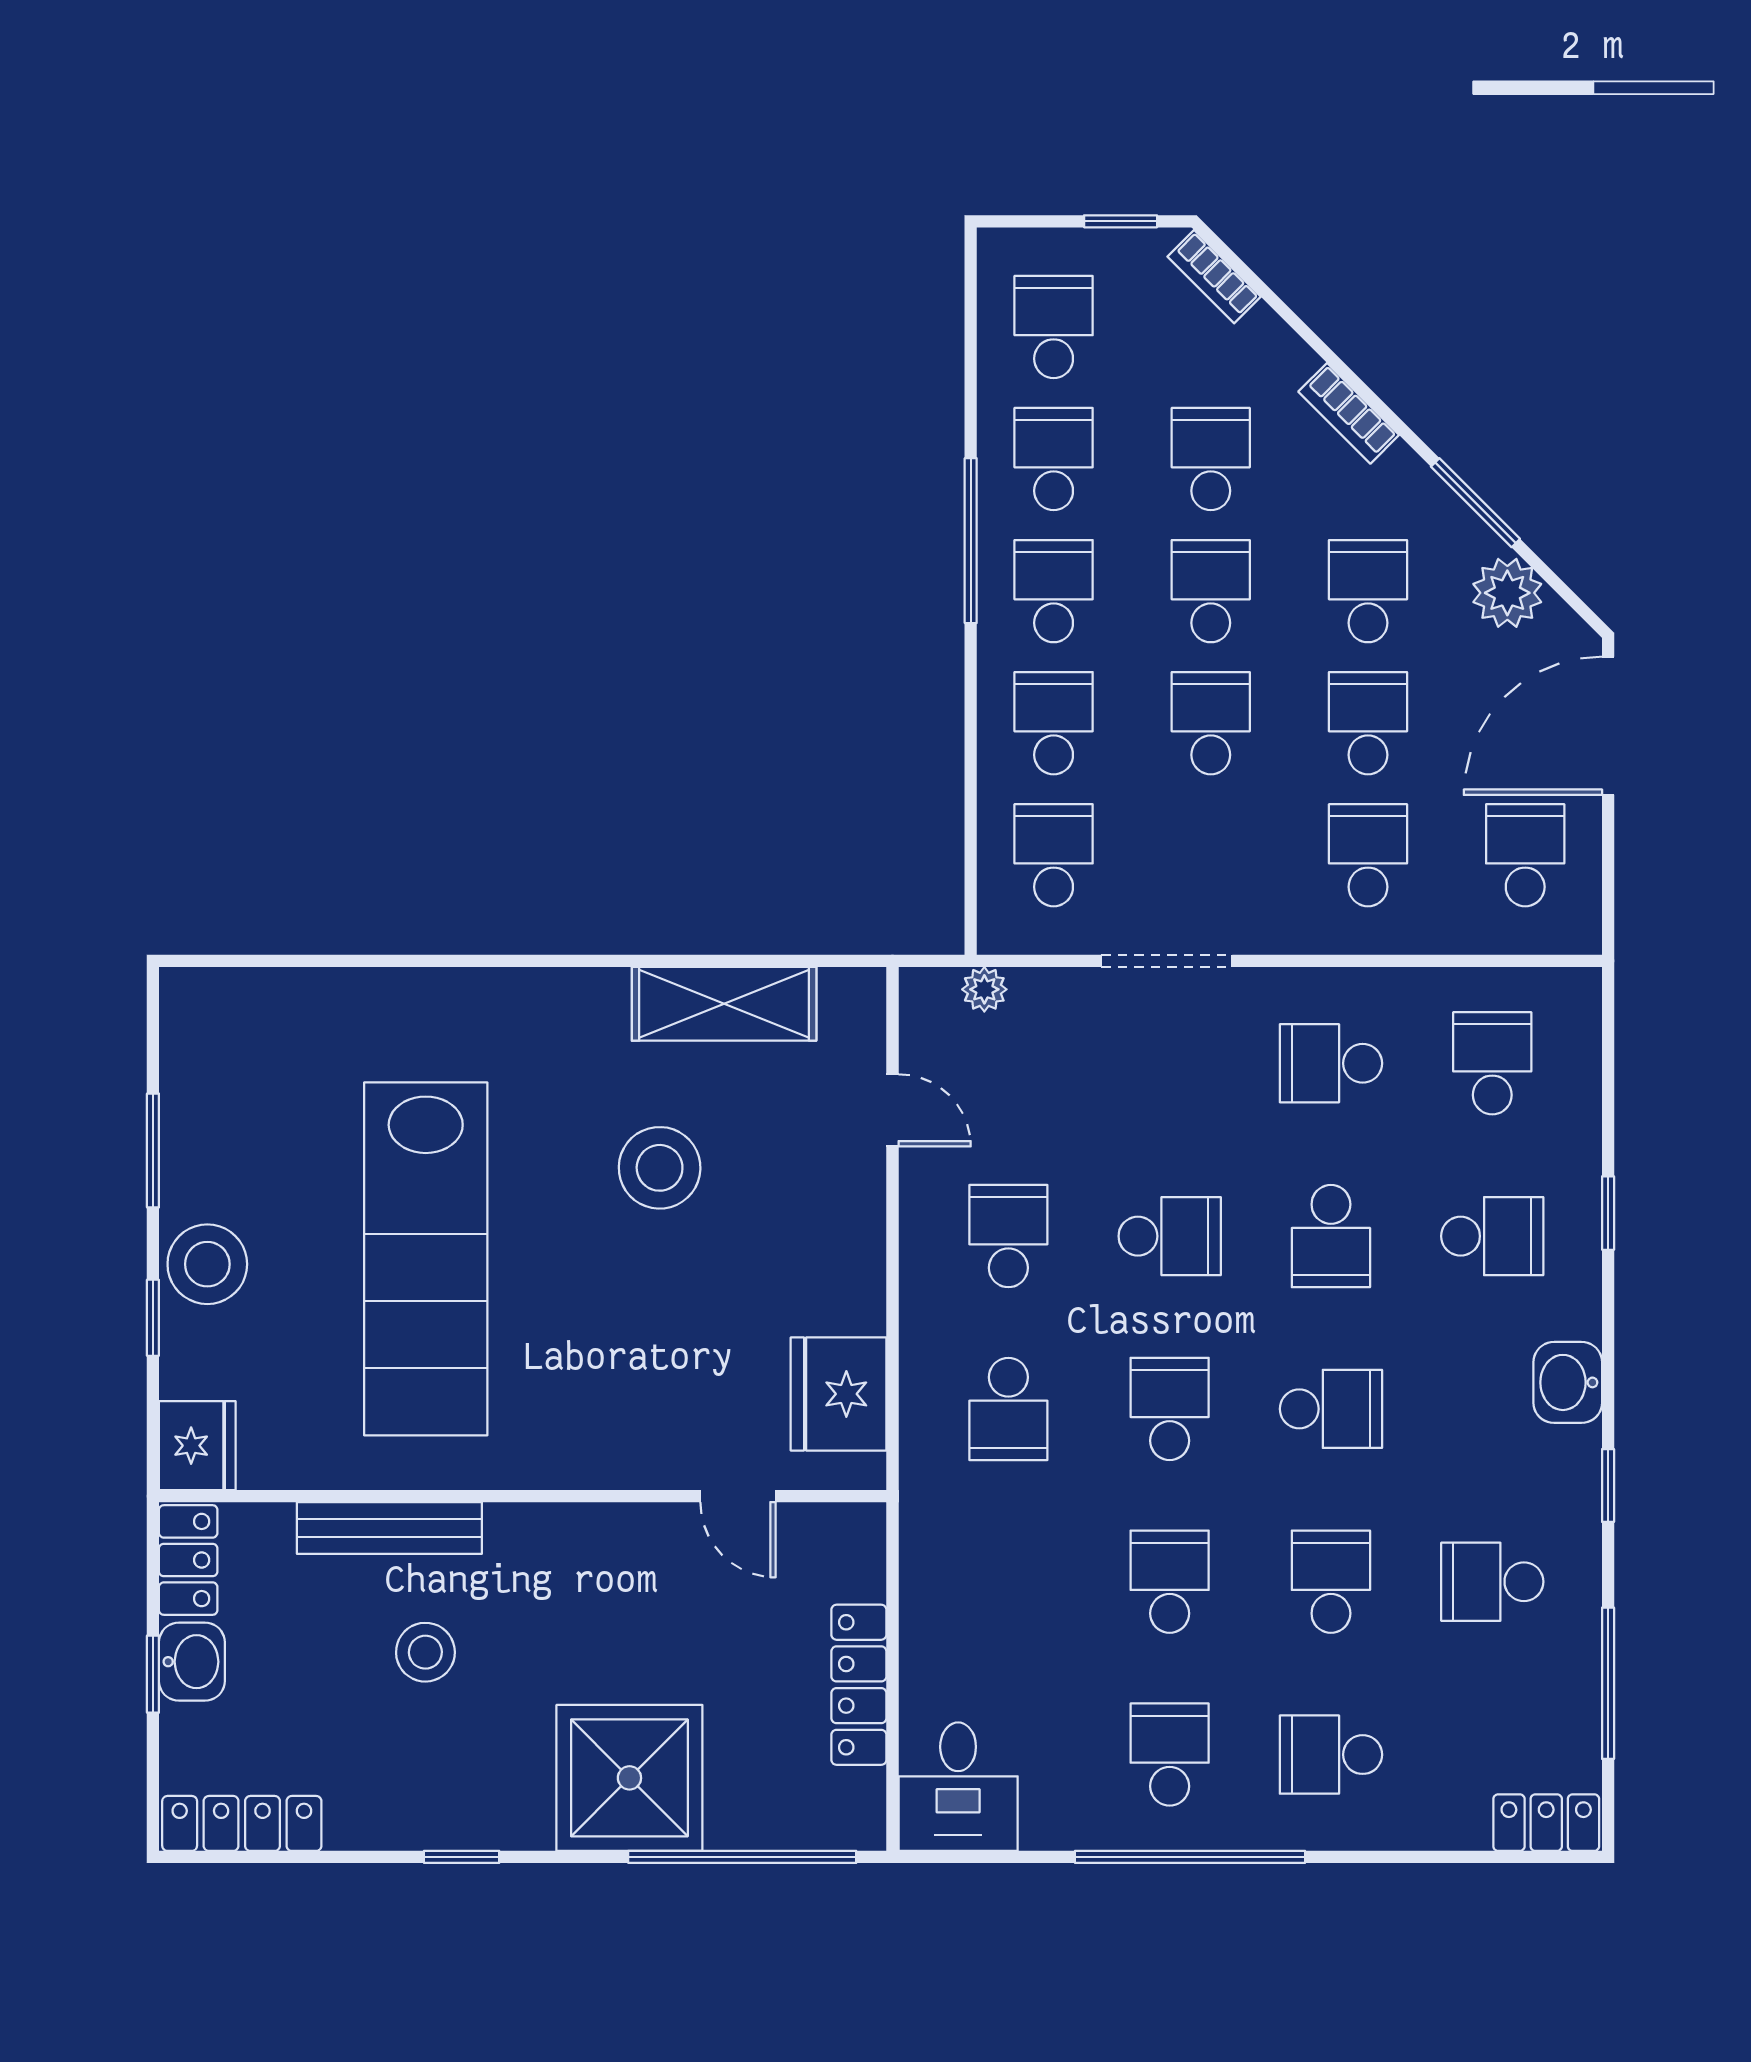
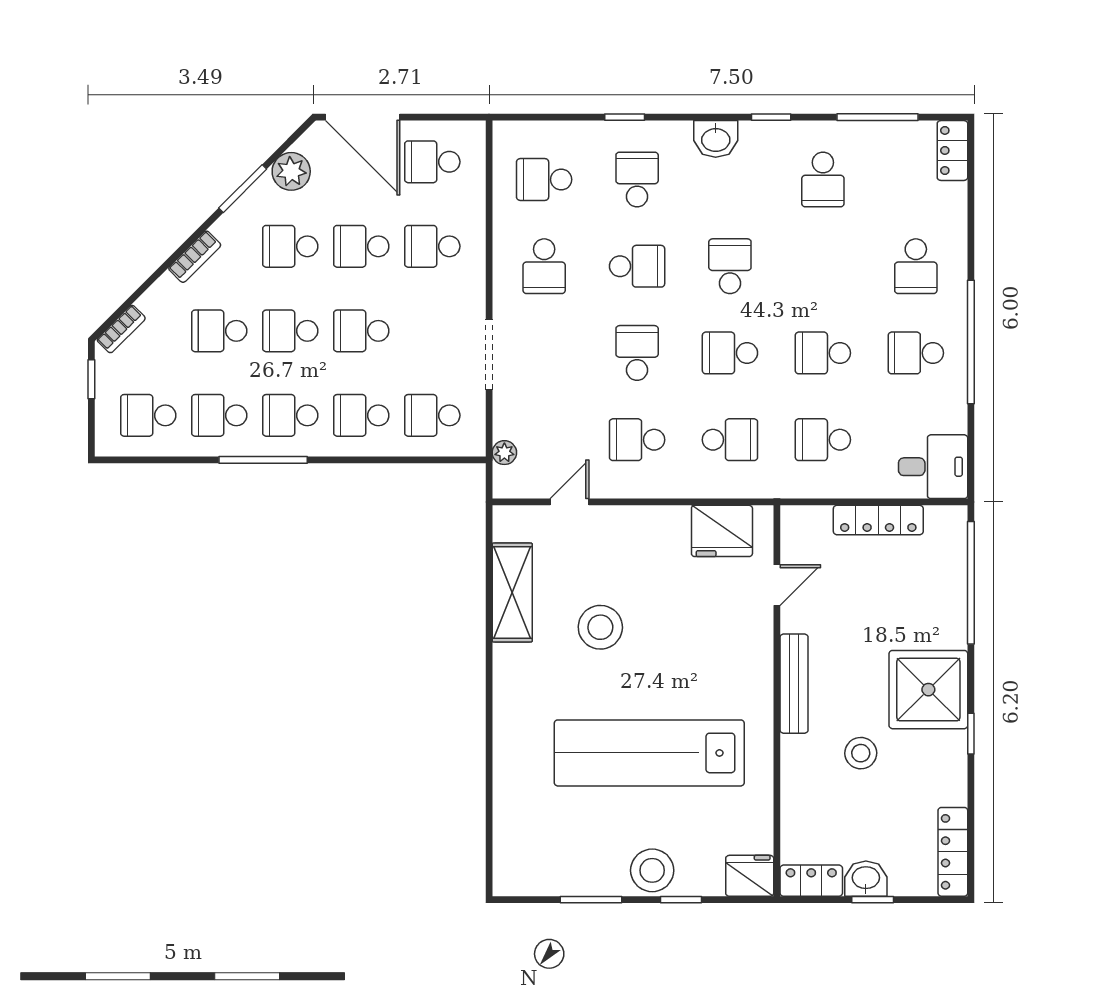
lab bench: (426, 1259) -> (649, 753), turned 180
bench: (389, 1528) -> (794, 684), moved
school desk: (1331, 1582) -> (823, 440), moved
shower: (629, 1778) -> (928, 690), moved

